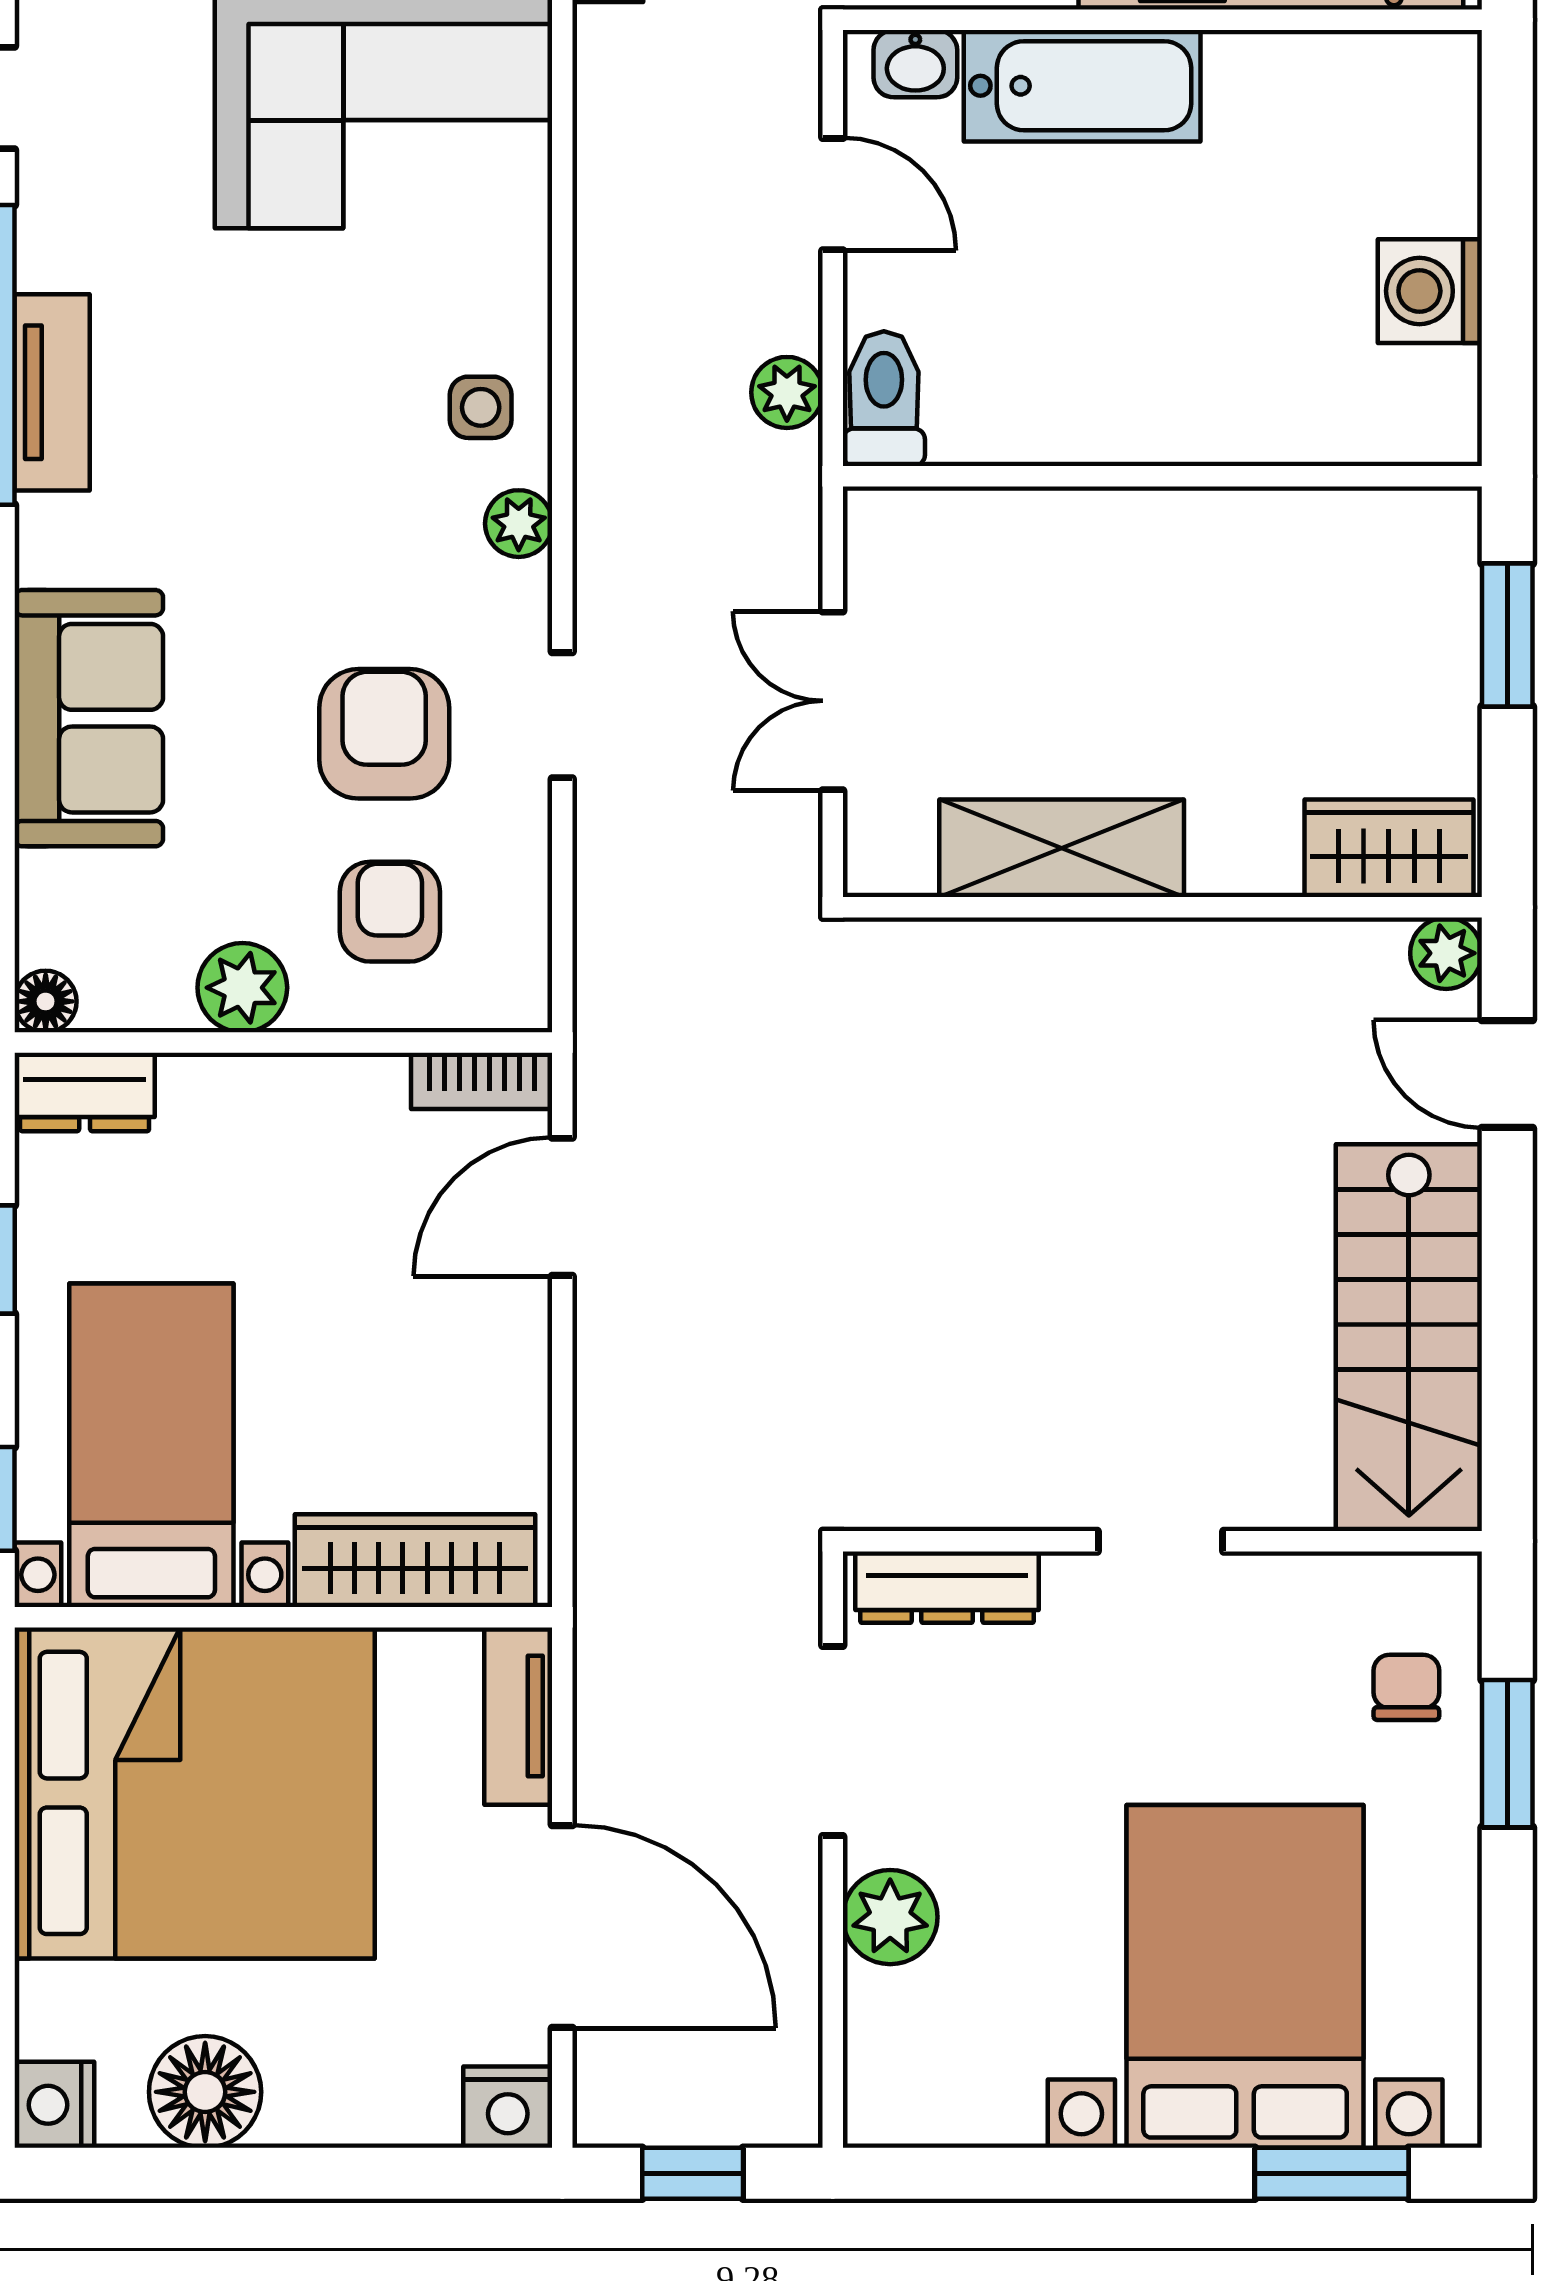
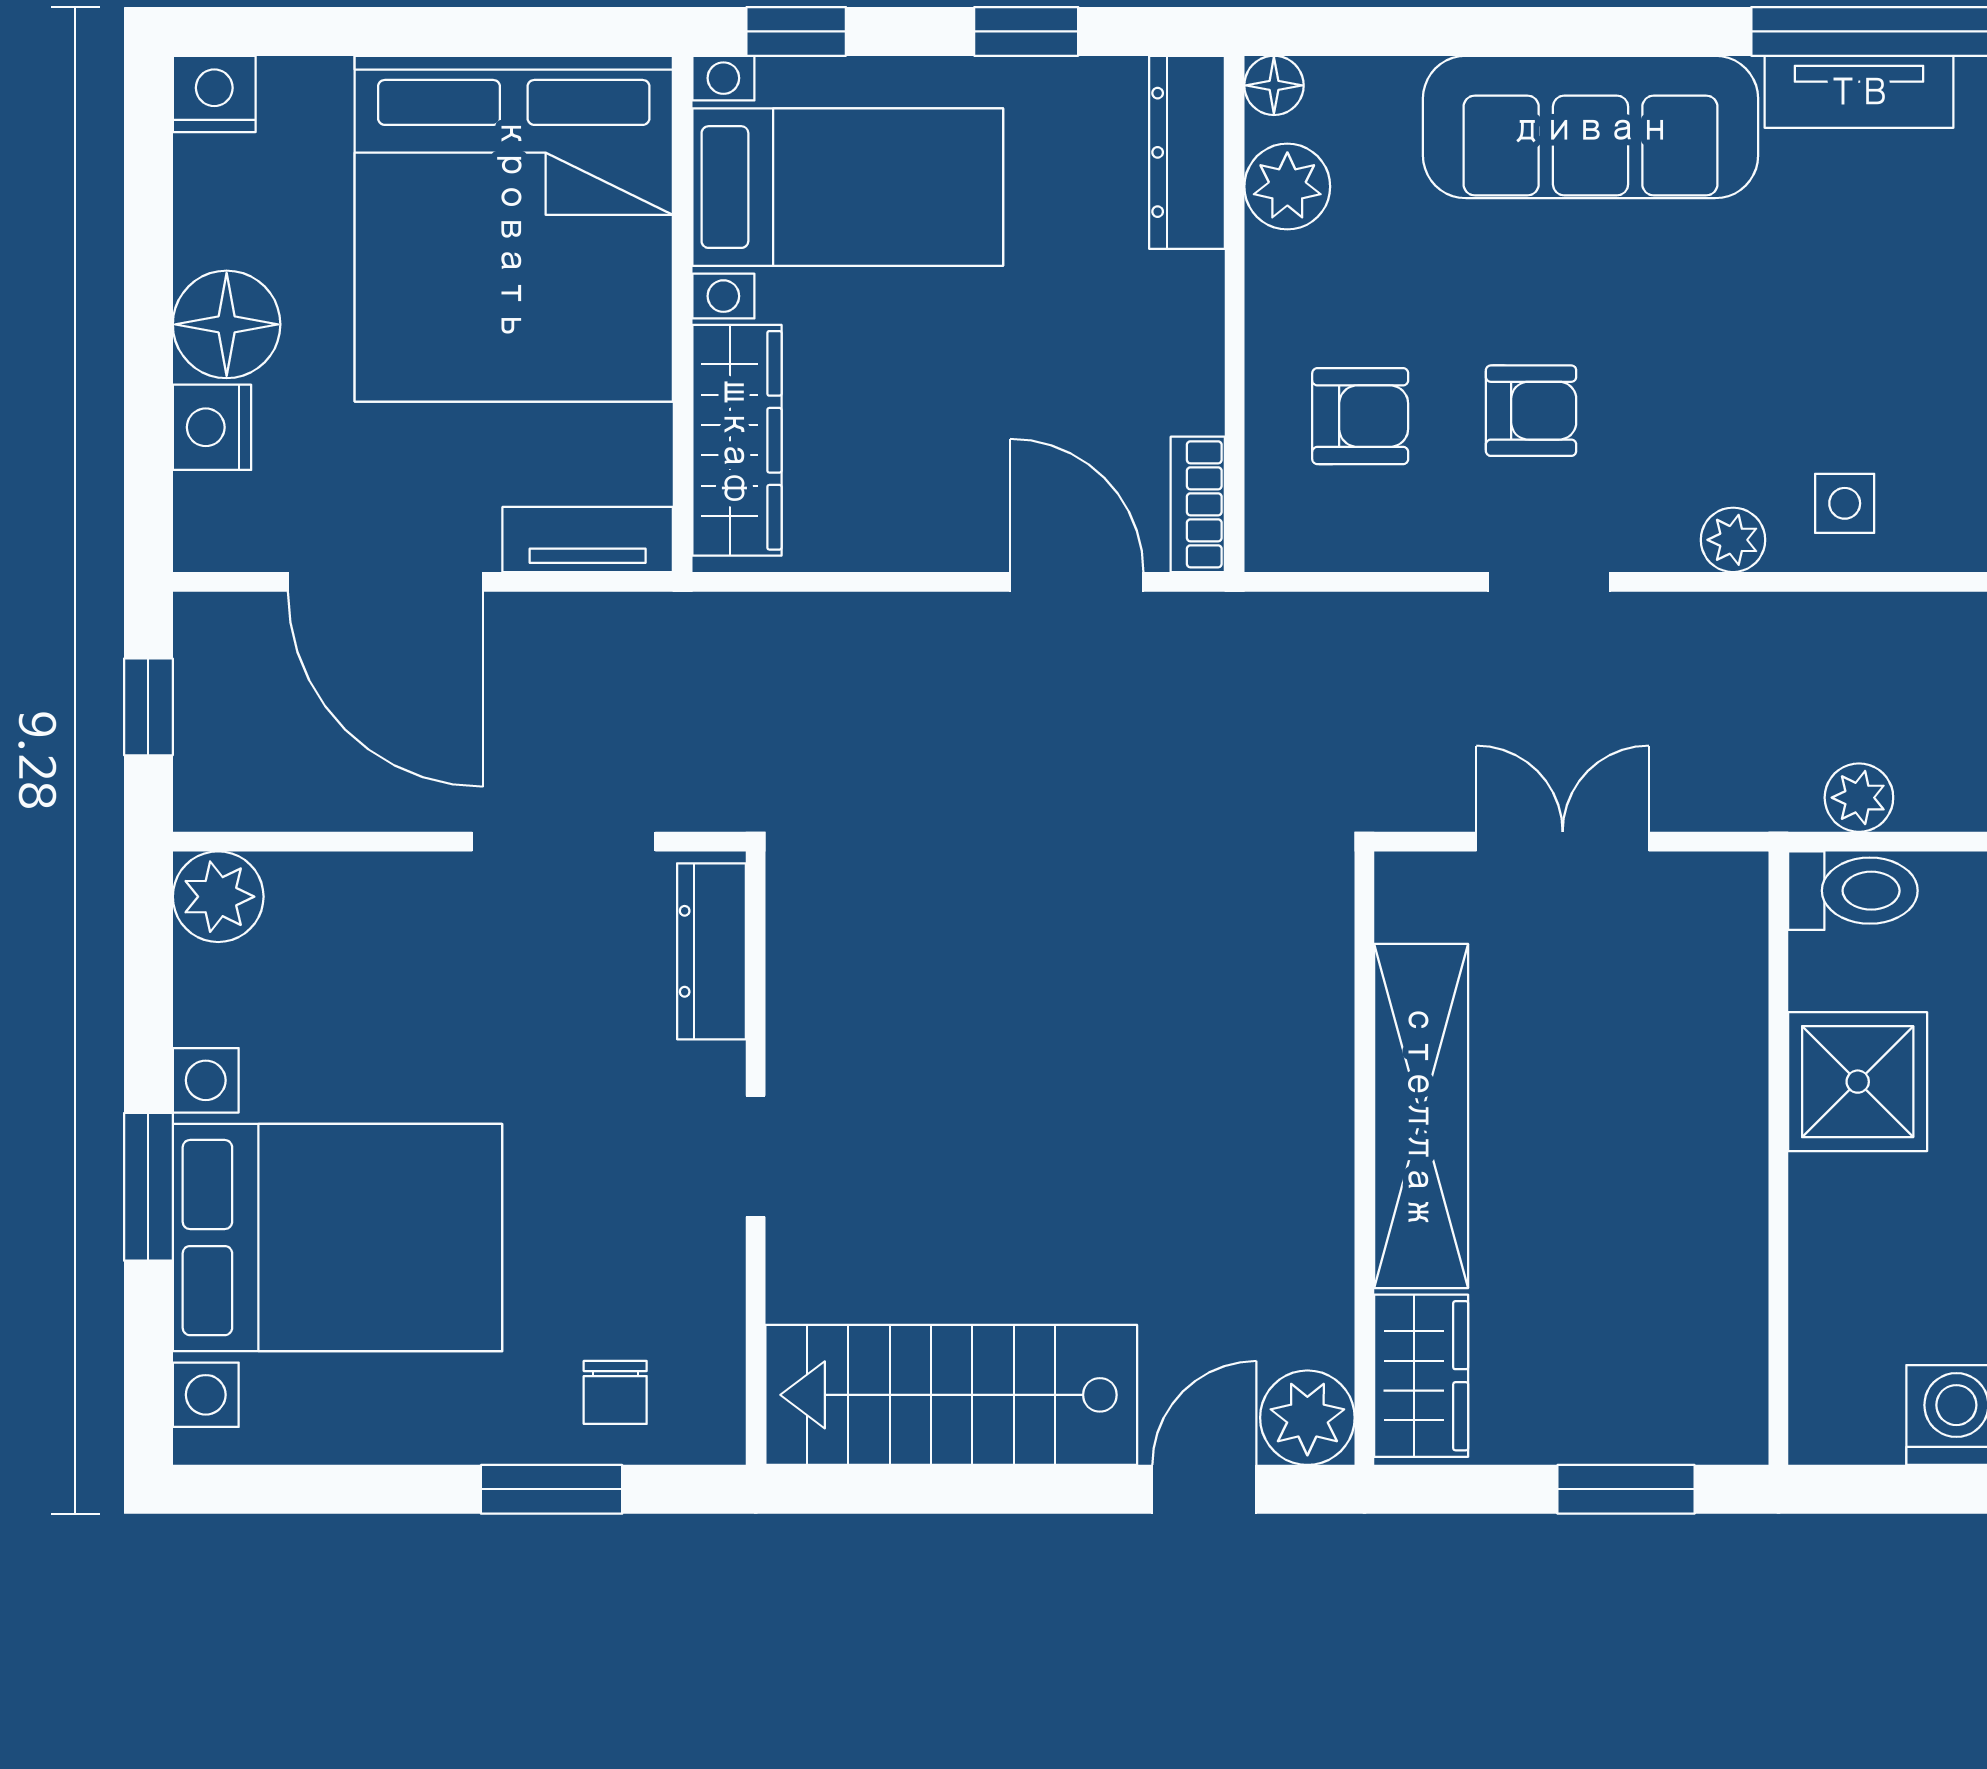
shower: (1083, 394) -> (1858, 1082), added
sofa: (89, 718) -> (1591, 127), width x1.36
armchair: (384, 734) -> (1531, 411), width x0.72, depth x0.72
shelving: (1062, 848) -> (1421, 1116), width x1.47
plant: (1446, 953) -> (1307, 1418), width x1.38, depth x1.38
plant: (242, 988) -> (1287, 187), moved
dresser: (85, 1092) -> (1187, 152), width x1.44
chair: (1406, 1687) -> (615, 1392), turned 90
plant: (890, 1917) -> (218, 897), moved
door: (562, 1927) -> (385, 582), hinge flipped
floor lamp: (205, 2092) -> (227, 324), moved
nightstand: (508, 2107) -> (212, 427), moved
window: (1332, 2173) -> (148, 1187), moved

